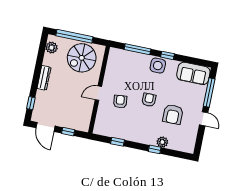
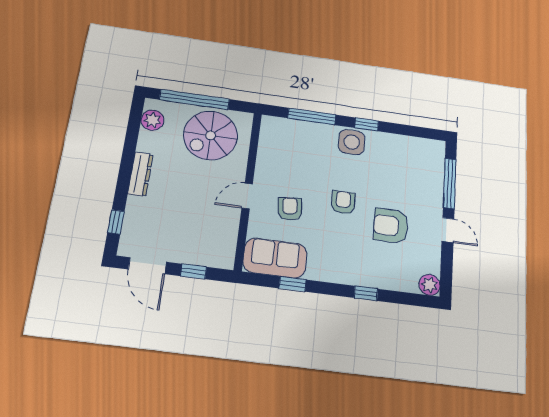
sofa: (193, 73) -> (275, 258), moved, turned 180
armchair: (173, 114) -> (391, 226), turned 90
plant: (162, 142) -> (430, 285), moved

